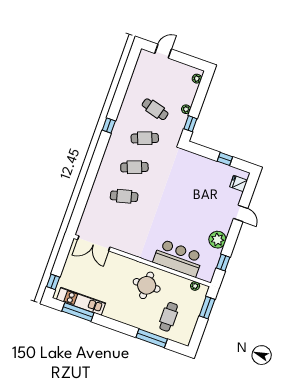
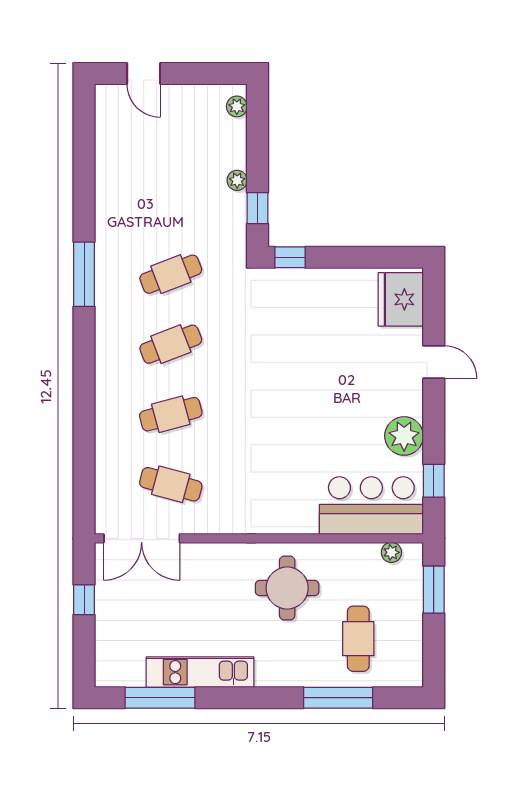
door: (163, 51) -> (144, 73), swing flipped
cafe table: (155, 109) -> (171, 484), moved
window: (109, 126) -> (84, 274), width x2.17
window: (225, 159) -> (290, 257), moved
fridge: (239, 183) -> (401, 299), width x1.88, depth x1.34
bar counter: (178, 258) -> (371, 506), moved
window: (53, 282) -> (84, 600), moved
kitchen unit: (81, 301) -> (200, 672), moved

